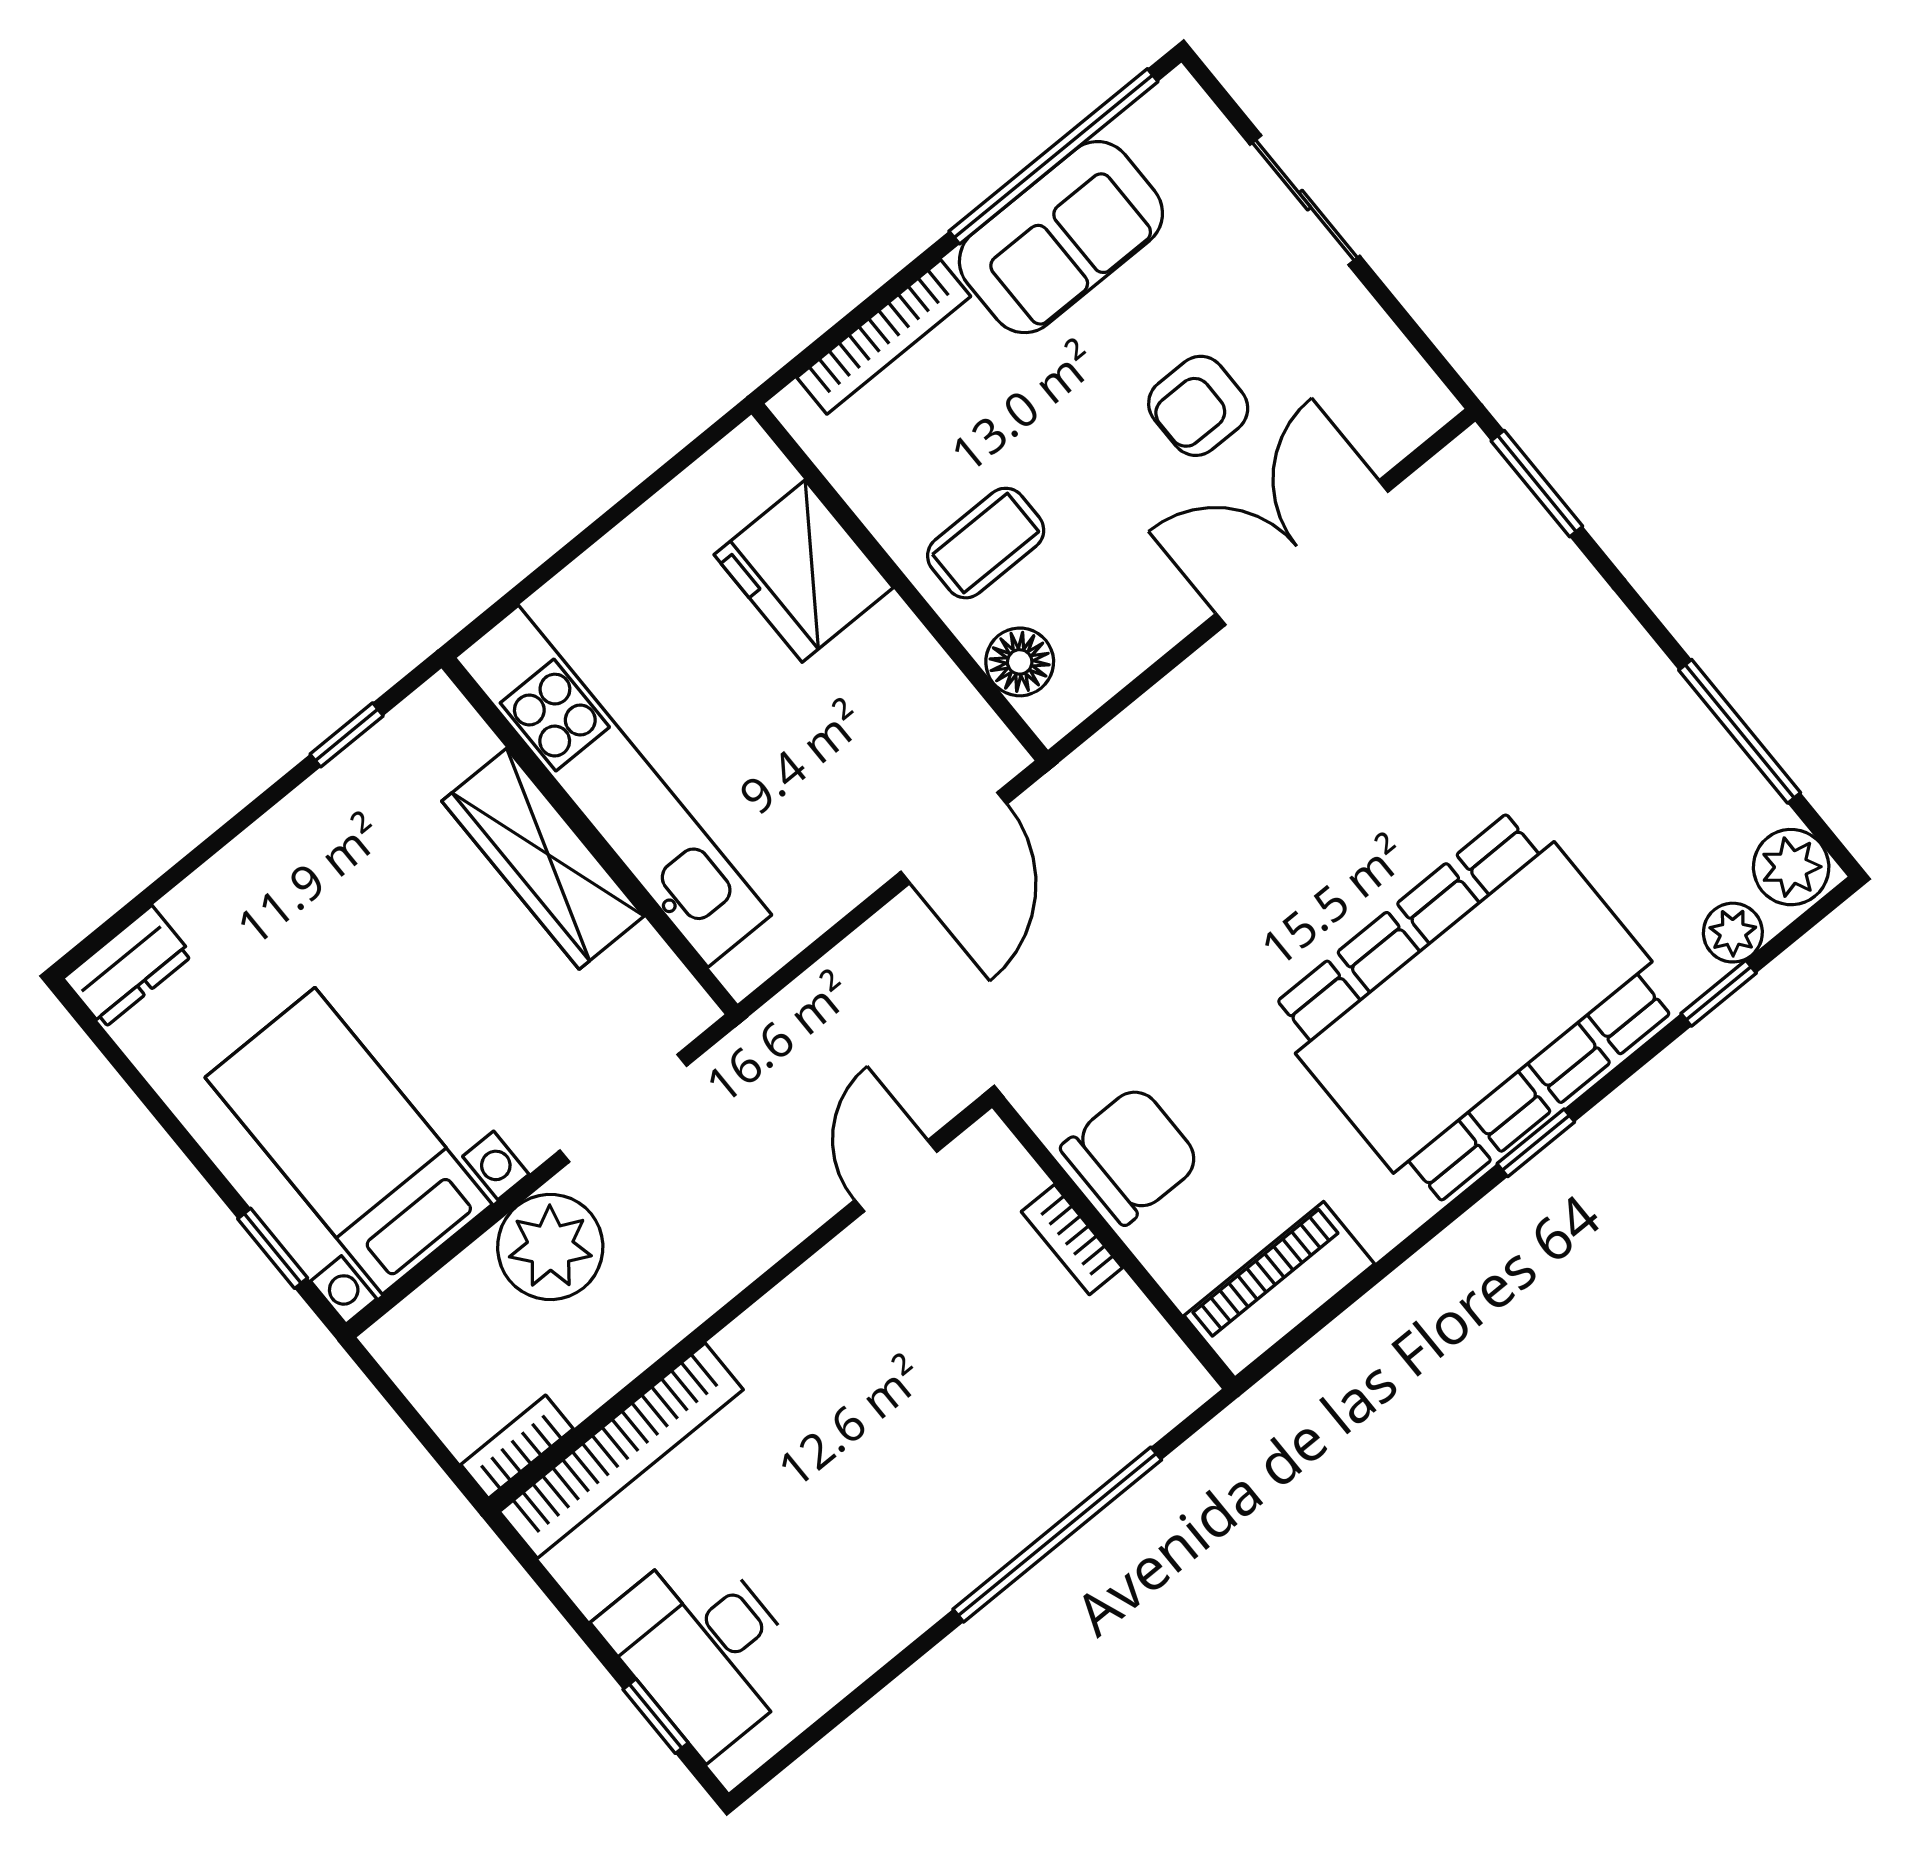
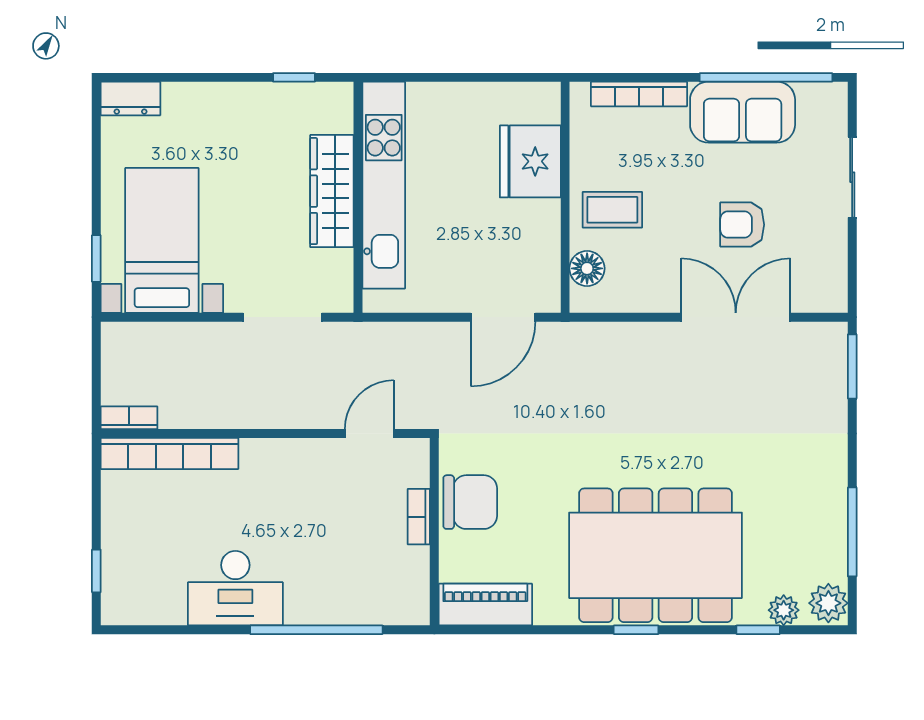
plant: (550, 1247) -> (208, 349), removed
desk: (704, 1648) -> (235, 588), moved, turned -90

